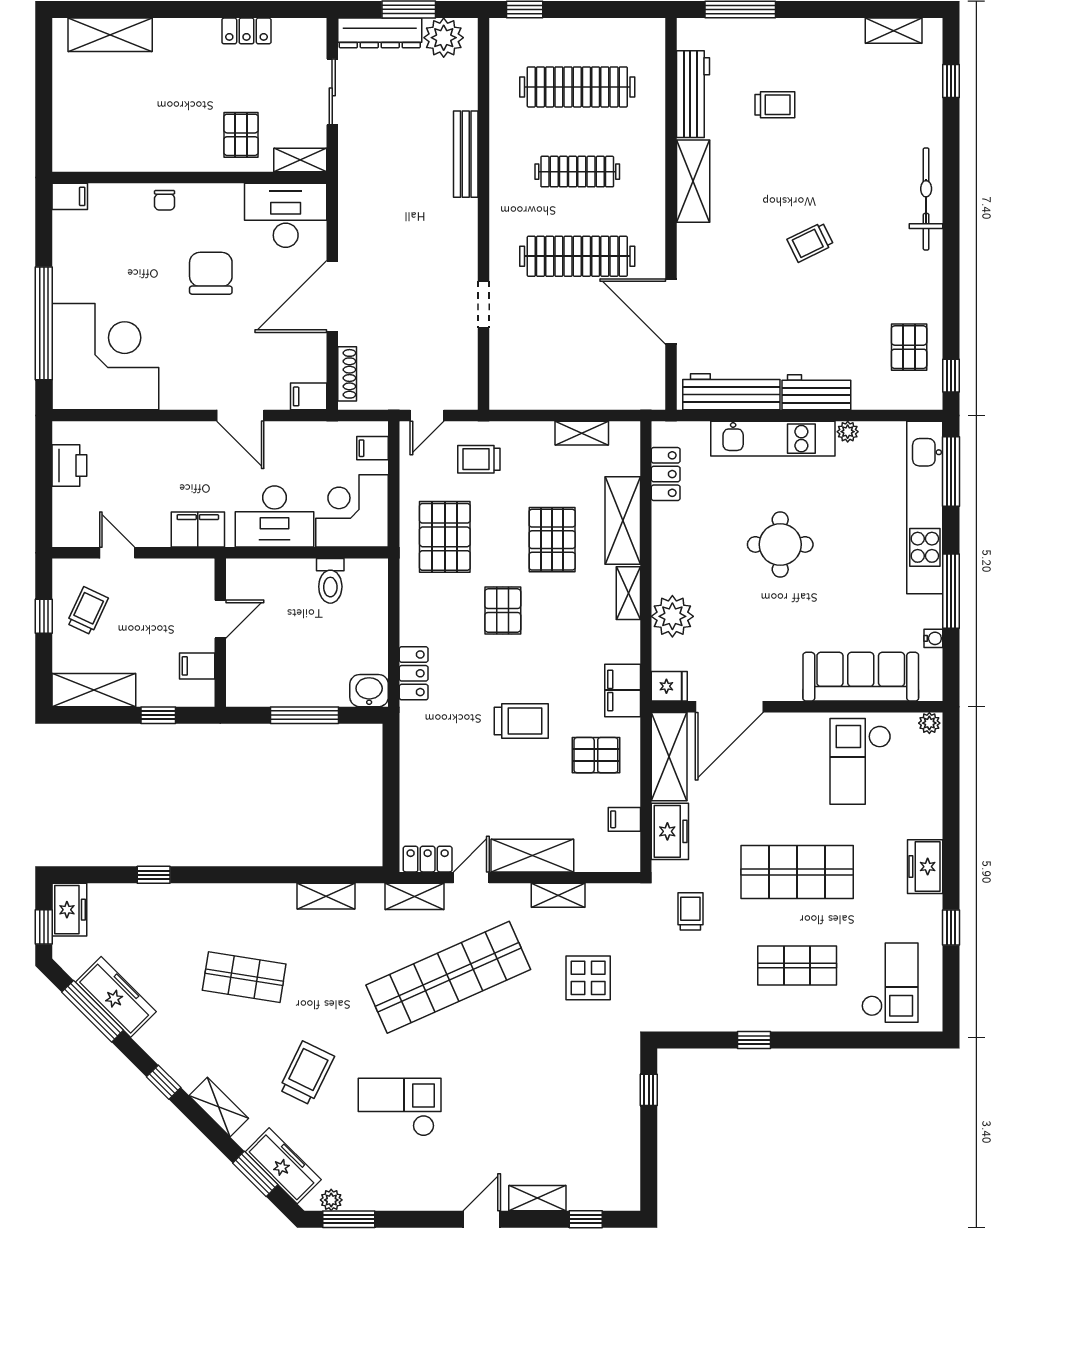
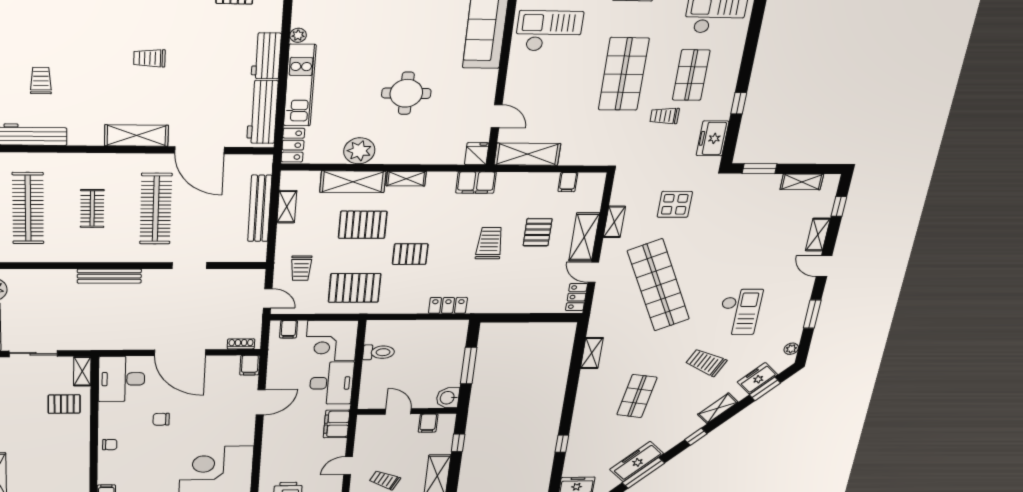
bench: (466, 154) -> (109, 276), moved
clothes rail: (577, 172) -> (92, 209), width x0.73
shelving: (693, 181) -> (136, 136), moved
trolley: (810, 242) -> (149, 58), turned 116
chair: (211, 273) -> (161, 419), width x0.54, depth x0.54
door: (671, 312) -> (200, 150), hinge flipped
shoe rack: (347, 374) -> (241, 344), width x0.70
bench: (578, 396) -> (260, 208), added
locker: (666, 474) -> (293, 145), moved, turned 90
round table: (780, 544) -> (406, 93), moved
plant: (672, 616) -> (359, 151), moved
washbasin: (369, 691) -> (448, 398), moved
door: (729, 707) -> (497, 116), width x0.53
pallet: (596, 755) -> (538, 232), moved
checkout: (860, 761) -> (549, 31), turned 180
freezer: (670, 831) -> (713, 138), moved, turned -90
shelving: (414, 896) -> (802, 182), moved, turned 90
trolley: (690, 911) -> (665, 116), moved
window: (649, 1090) -> (760, 169), width x1.50
checkout: (400, 1107) -> (739, 312), turned 180
freezer: (283, 1166) -> (757, 378), width x0.71
window: (349, 1219) -> (812, 314), moved

